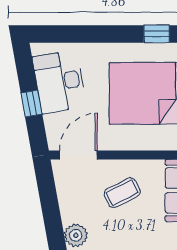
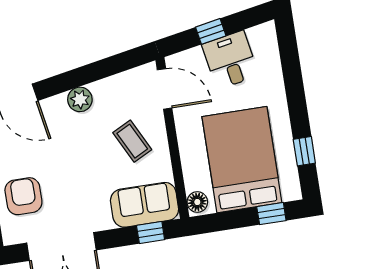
desk: (60, 82) -> (230, 60), width x0.73

